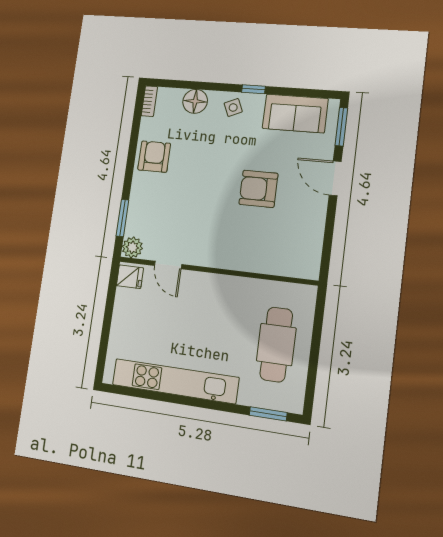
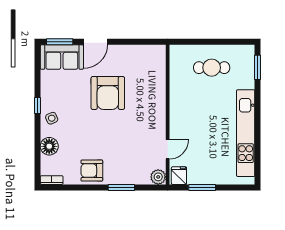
sofa: (295, 113) -> (62, 57), moved, turned 90
armchair: (258, 189) -> (108, 93), width x1.36, depth x1.36
window: (122, 218) -> (121, 187), moved
window: (109, 307) -> (202, 187), added
cafe table: (276, 344) -> (212, 68), width x0.73, depth x0.74

